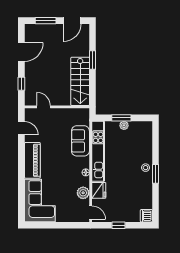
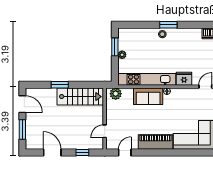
window: (121, 118) -> (115, 47), moved
sofa: (80, 141) -> (148, 96), moved
plant: (83, 193) -> (116, 94), moved

